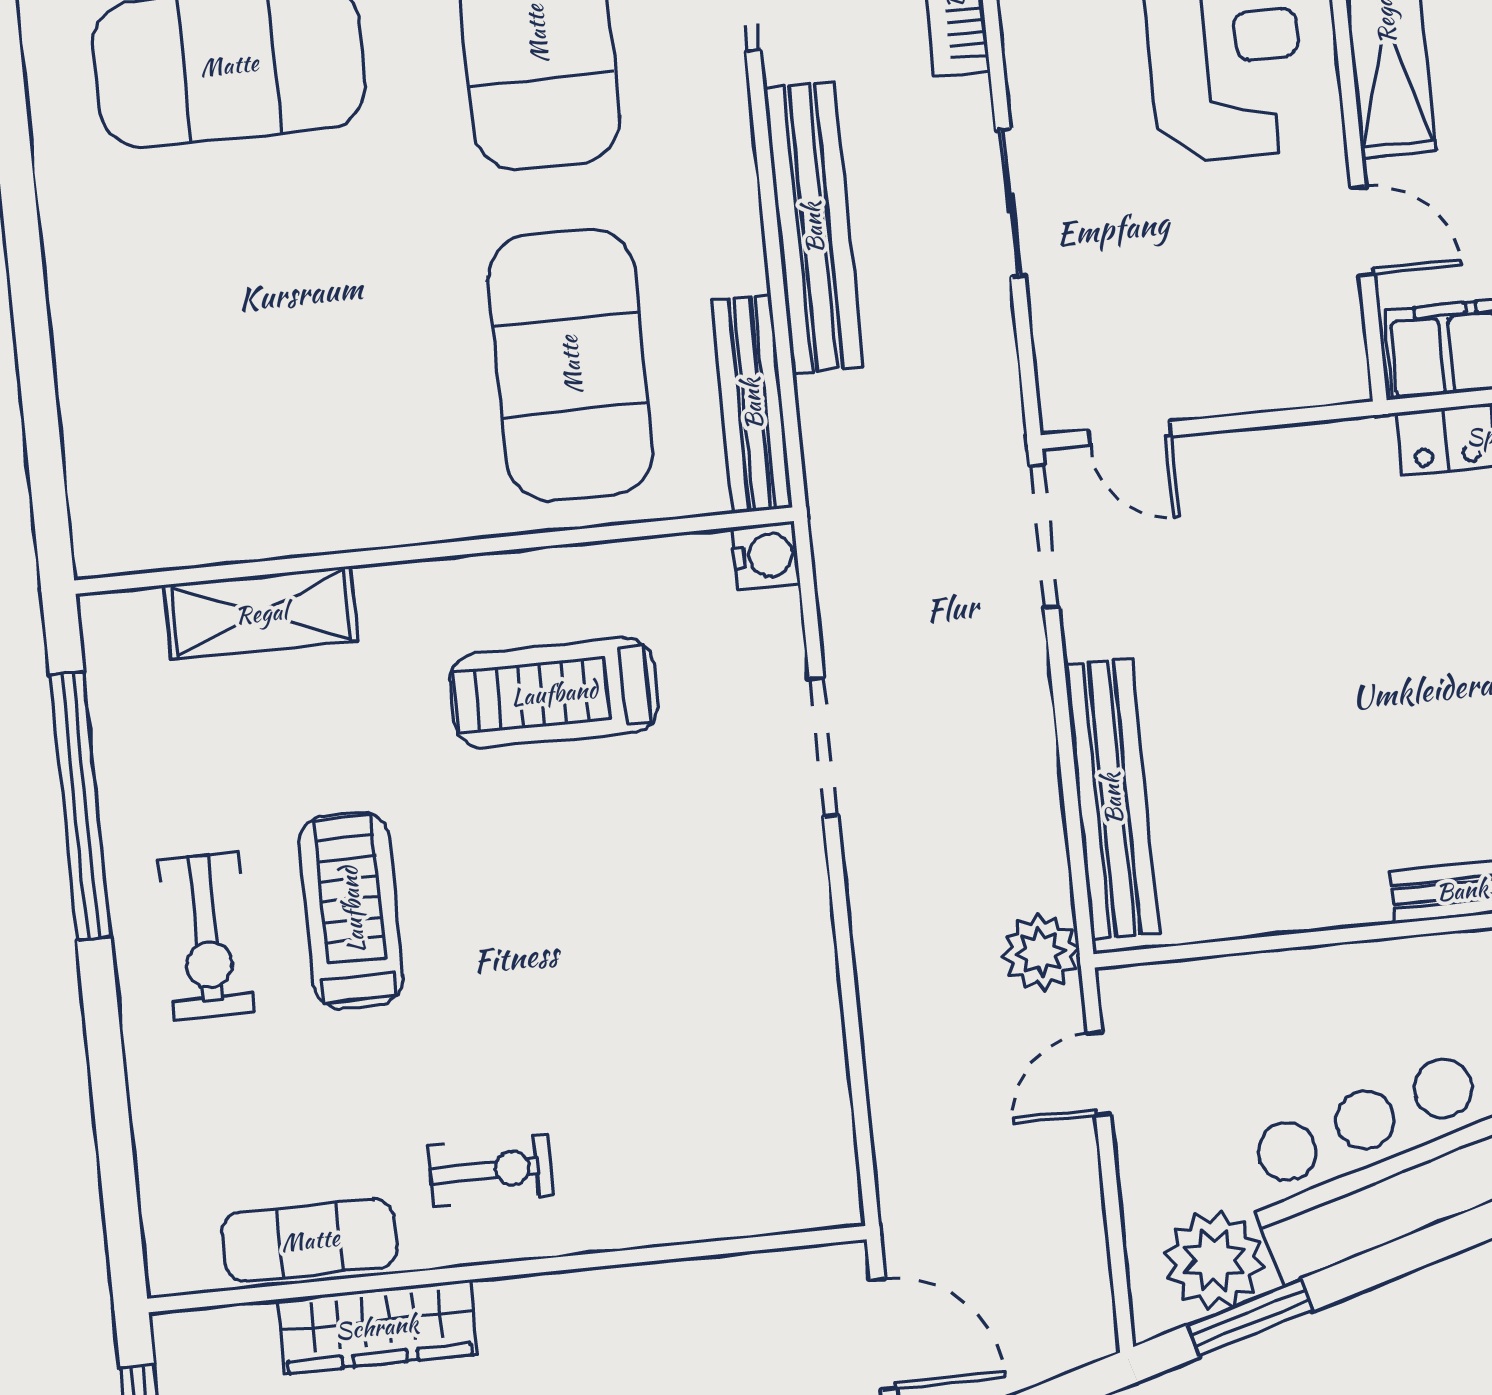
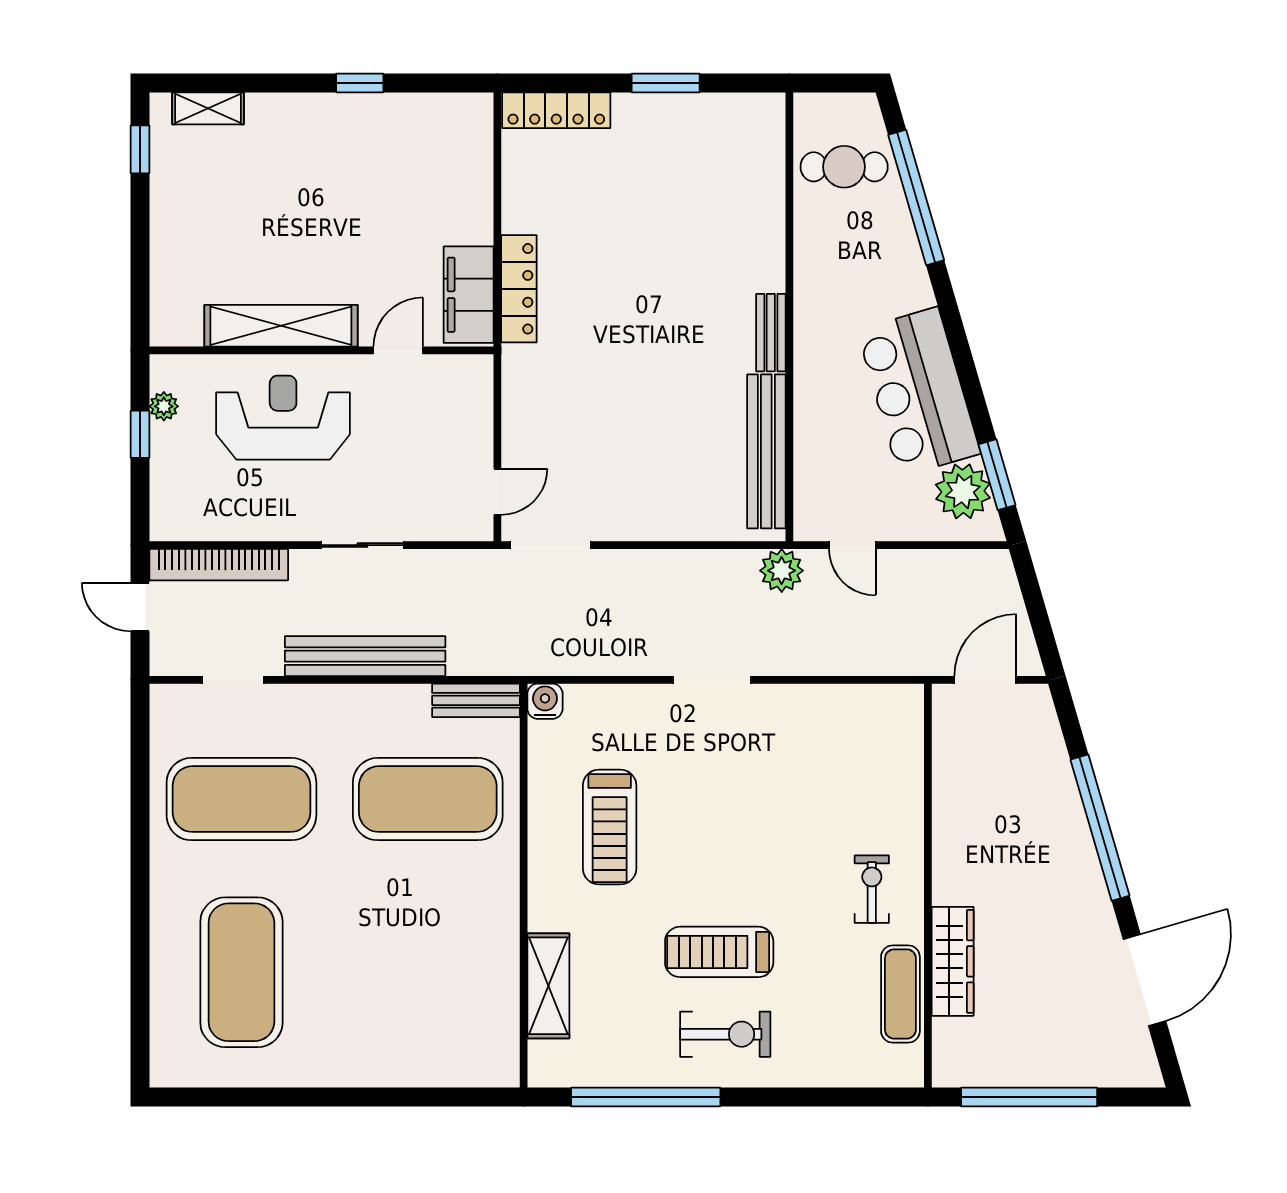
bench: (752, 404) -> (476, 700), width x0.73
doorway: (824, 747) -> (712, 680), moved
bench: (1112, 799) -> (766, 451), moved, turned 90

